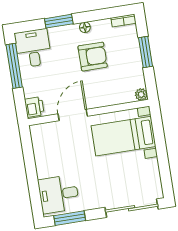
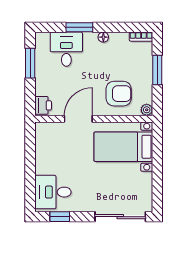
desk: (33, 48) -> (66, 49), moved
armchair: (93, 57) -> (119, 94), moved
window: (14, 66) -> (30, 63), width x0.69
window: (70, 218) -> (60, 217), width x0.67

